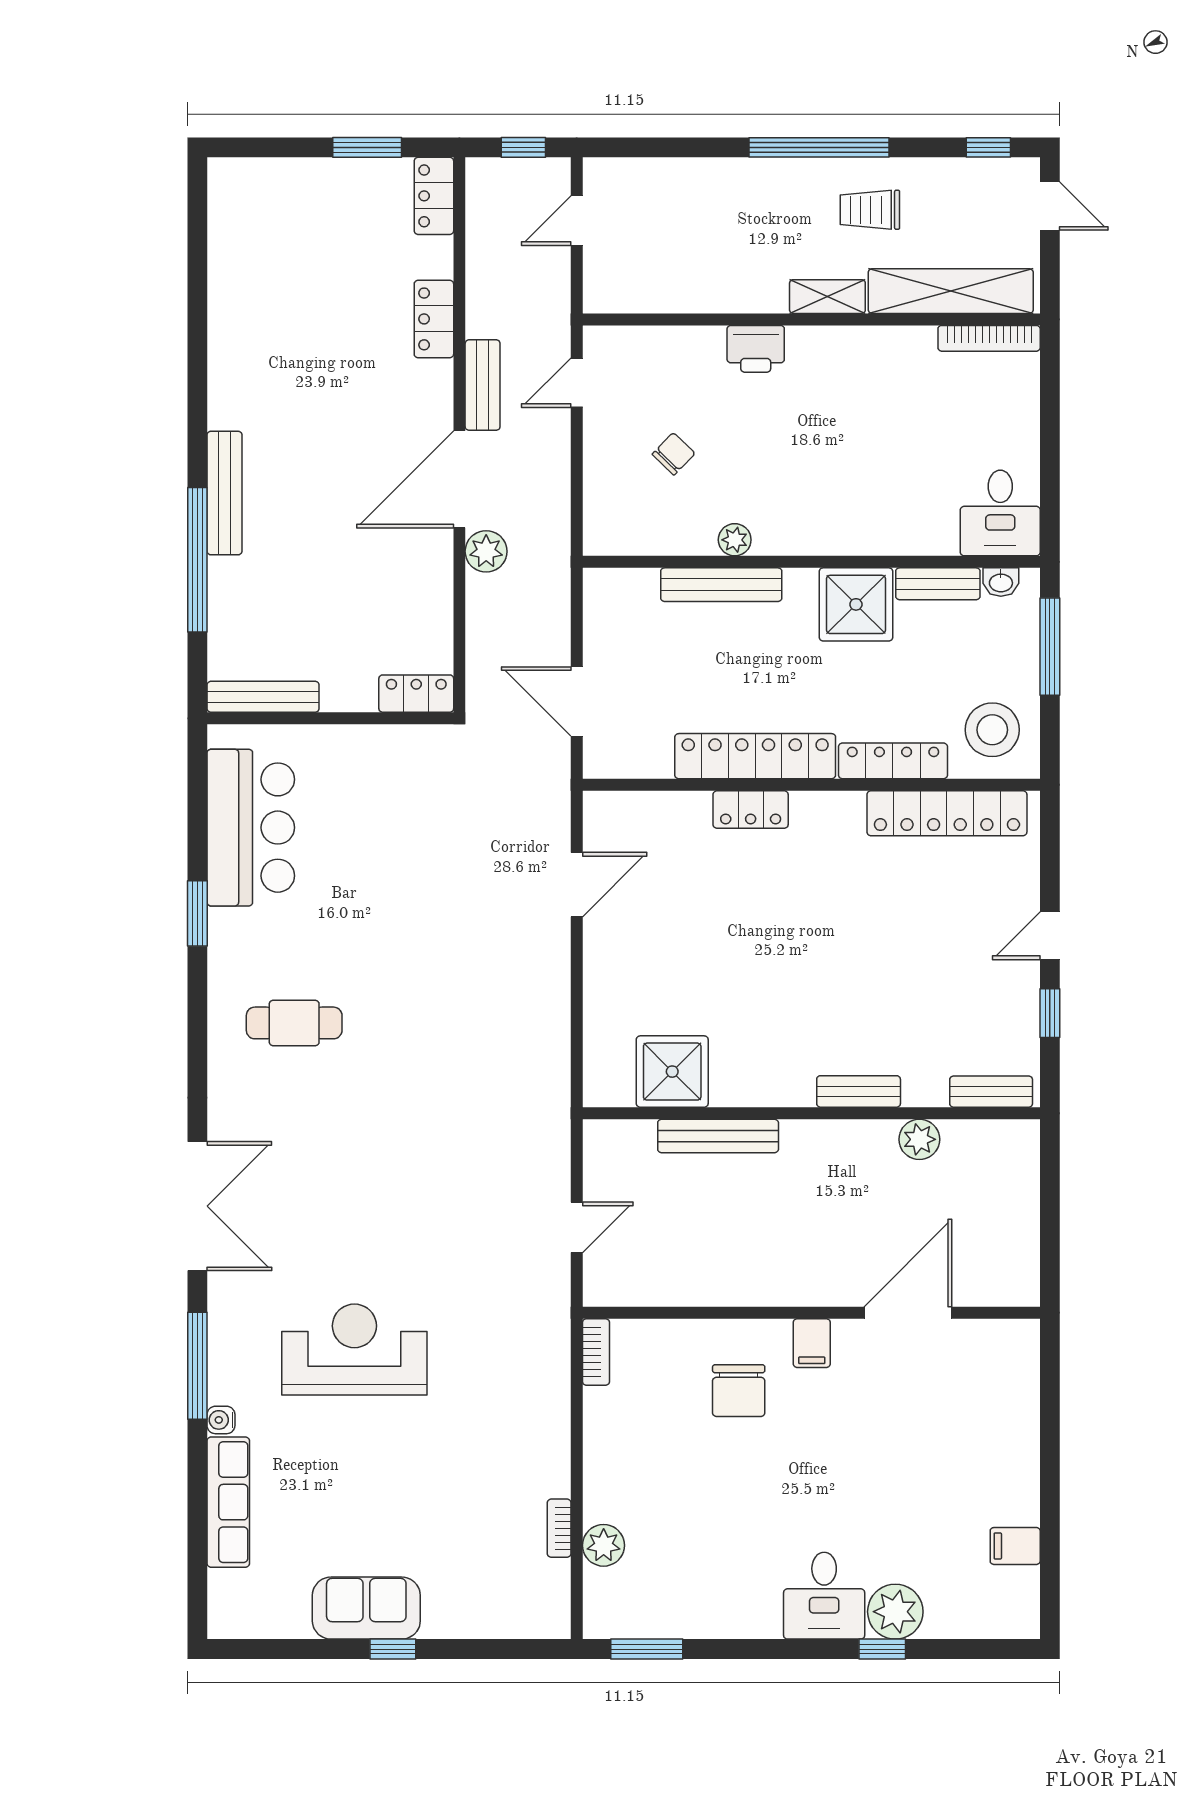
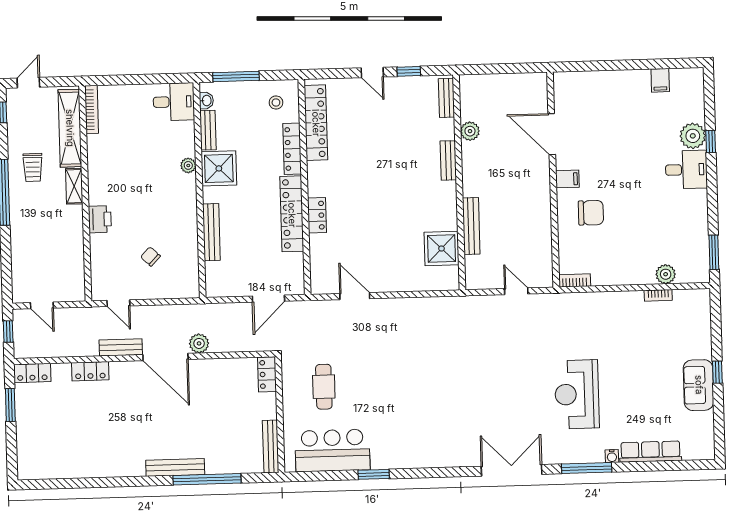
plant: (735, 540) -> (188, 165), moved
stool: (992, 730) -> (276, 103), width x0.53, depth x0.53
cafe table: (294, 1023) -> (324, 387), moved

